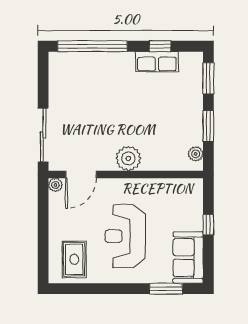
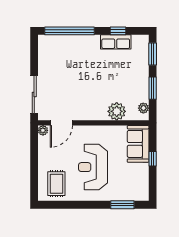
plant: (128, 158) -> (117, 111), moved
sofa: (188, 258) -> (138, 144), moved

